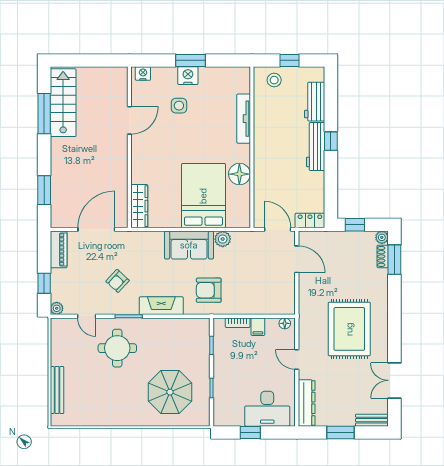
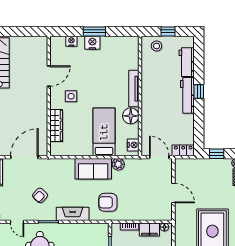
nightstand: (143, 74) -> (71, 41), moved
side table: (179, 106) -> (71, 96), moved
tv unit: (244, 119) -> (134, 89), moved
bed: (203, 196) -> (104, 132), width x0.67
wardrobe: (139, 206) -> (56, 125), moved
nightstand: (243, 213) -> (133, 145), added
door: (297, 259) -> (173, 193), moved
filing cabinet: (258, 327) -> (149, 229), width x2.00

